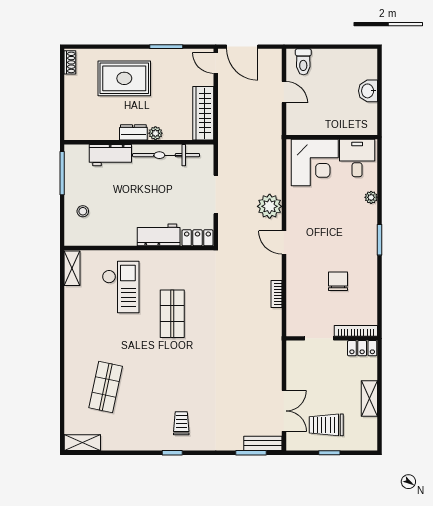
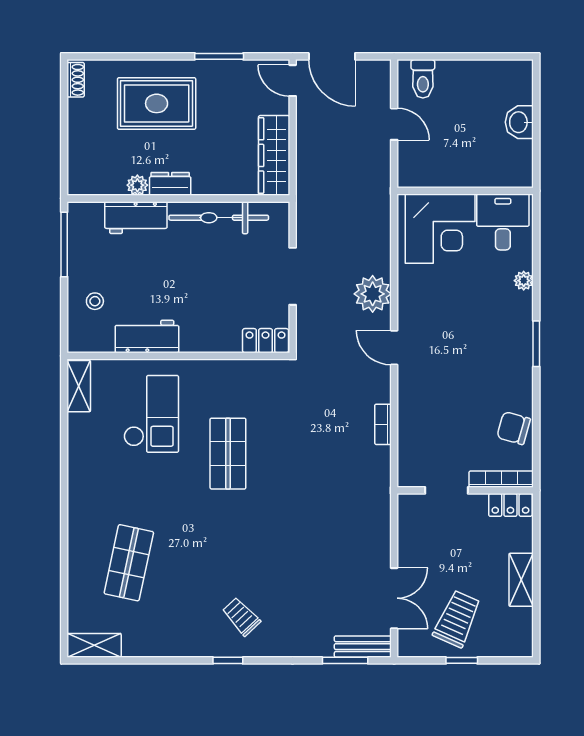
plant: (155, 133) -> (137, 185), moved
workbench: (159, 235) -> (147, 336), moved
chair: (338, 281) -> (514, 428), moved, turned -74
trolley: (181, 423) -> (241, 617), turned -43
trolley: (326, 425) -> (457, 619), turned 114

